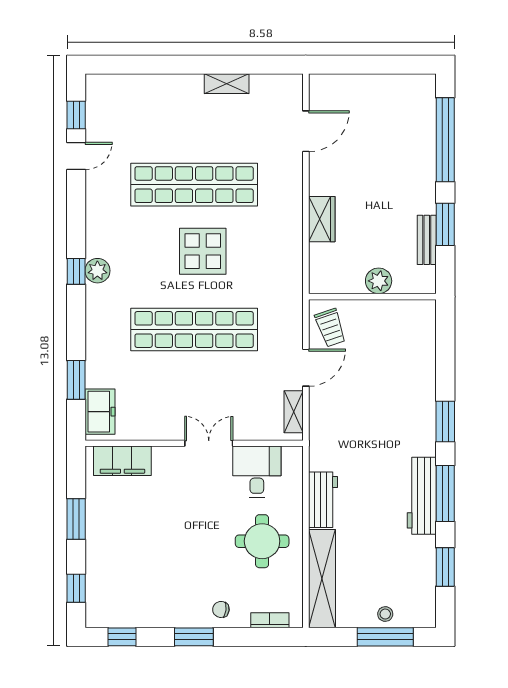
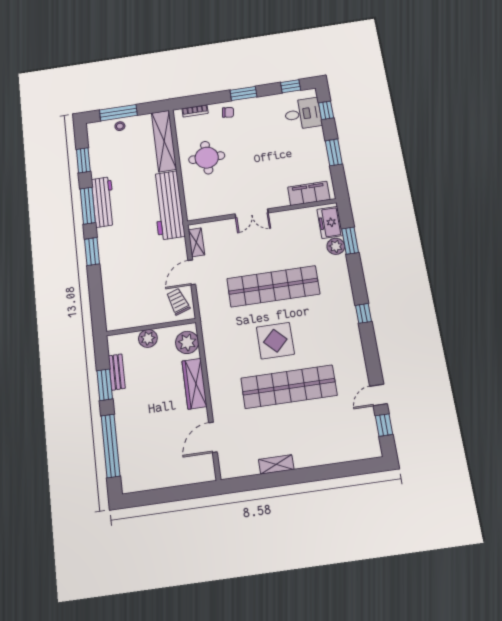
wardrobe: (322, 219) -> (194, 384), width x1.50
plant: (325, 267) -> (187, 342), added
plant: (97, 271) -> (336, 246), moved
desk: (257, 472) -> (303, 114), moved, turned -90
workbench: (323, 500) -> (168, 205), width x1.88, depth x1.32

